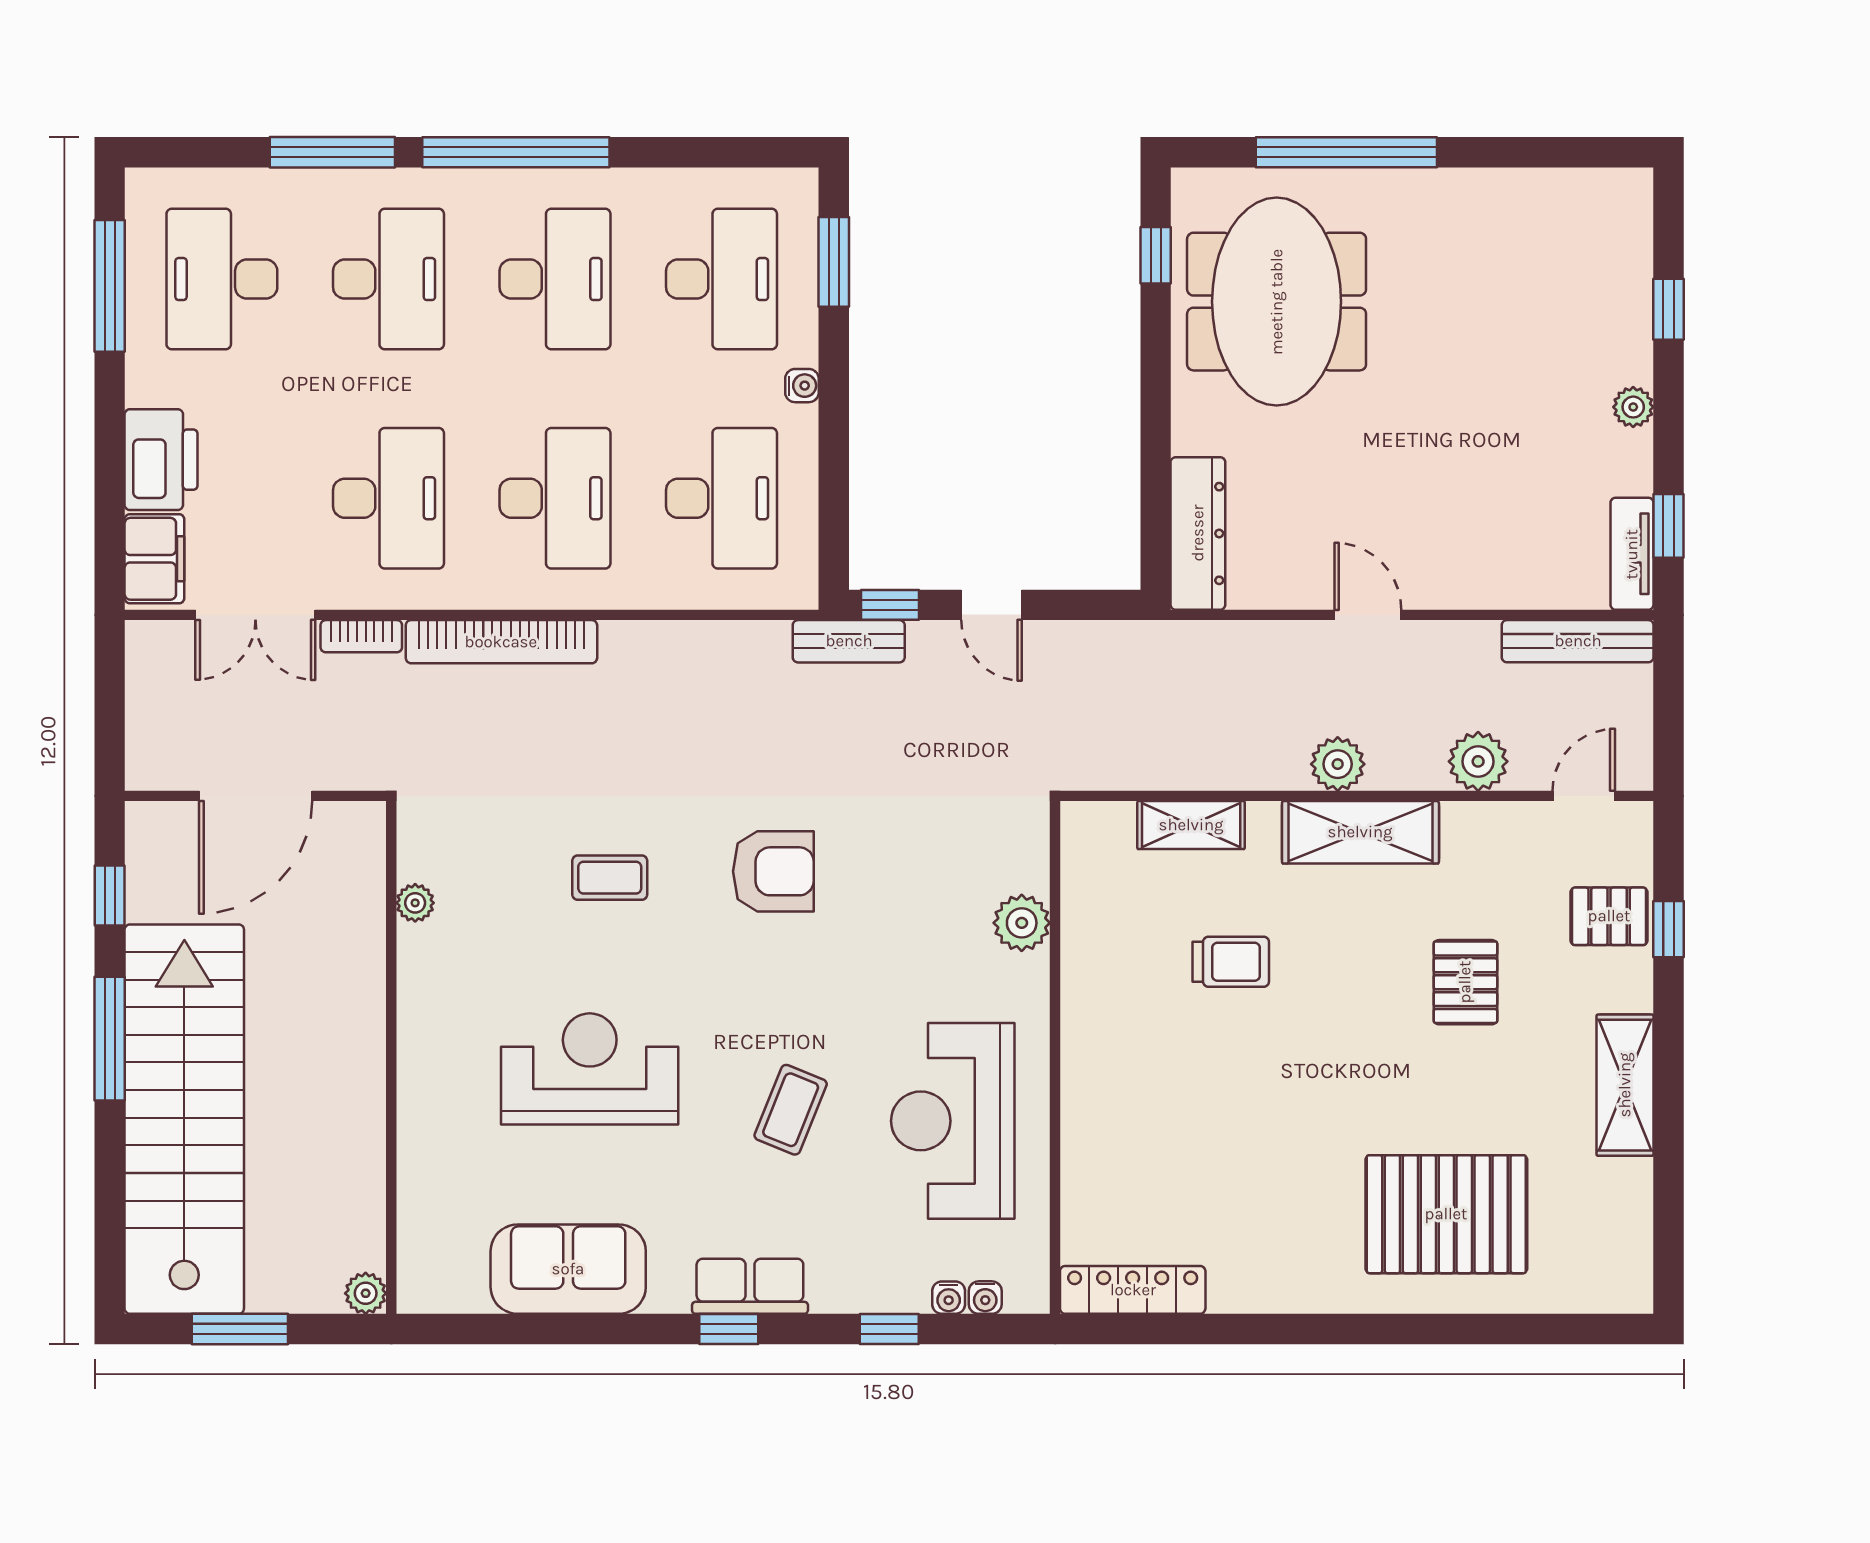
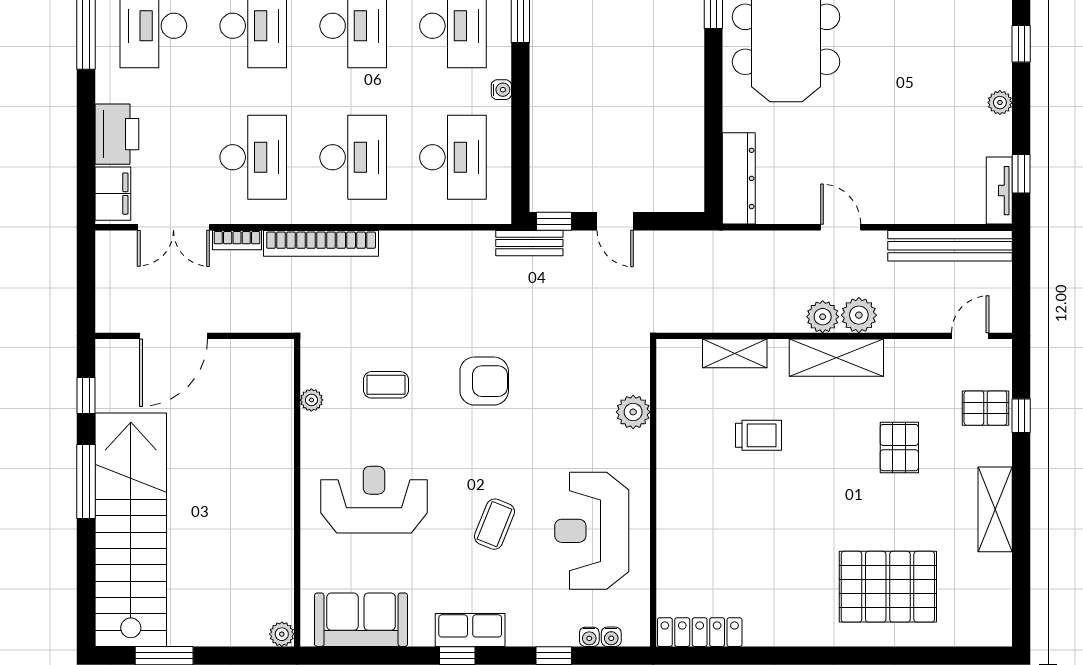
bench: (1578, 641) -> (950, 246), width x1.37, depth x1.21
plant: (1478, 761) -> (859, 315), moved
plant: (415, 903) -> (311, 400), moved
wall: (391, 1057) -> (297, 493), moved
plant: (366, 1293) -> (282, 634), moved

